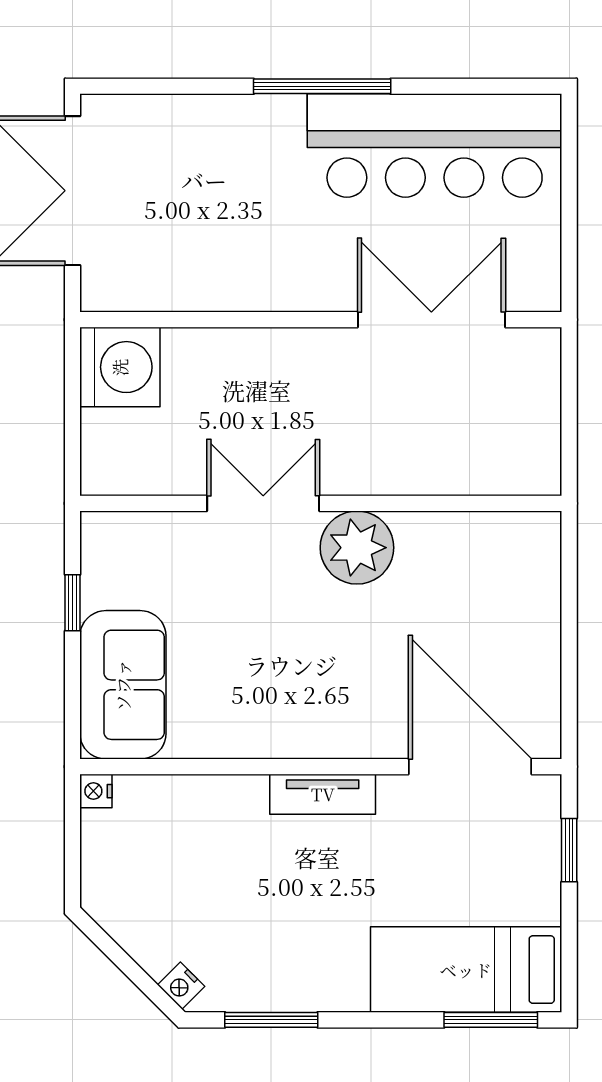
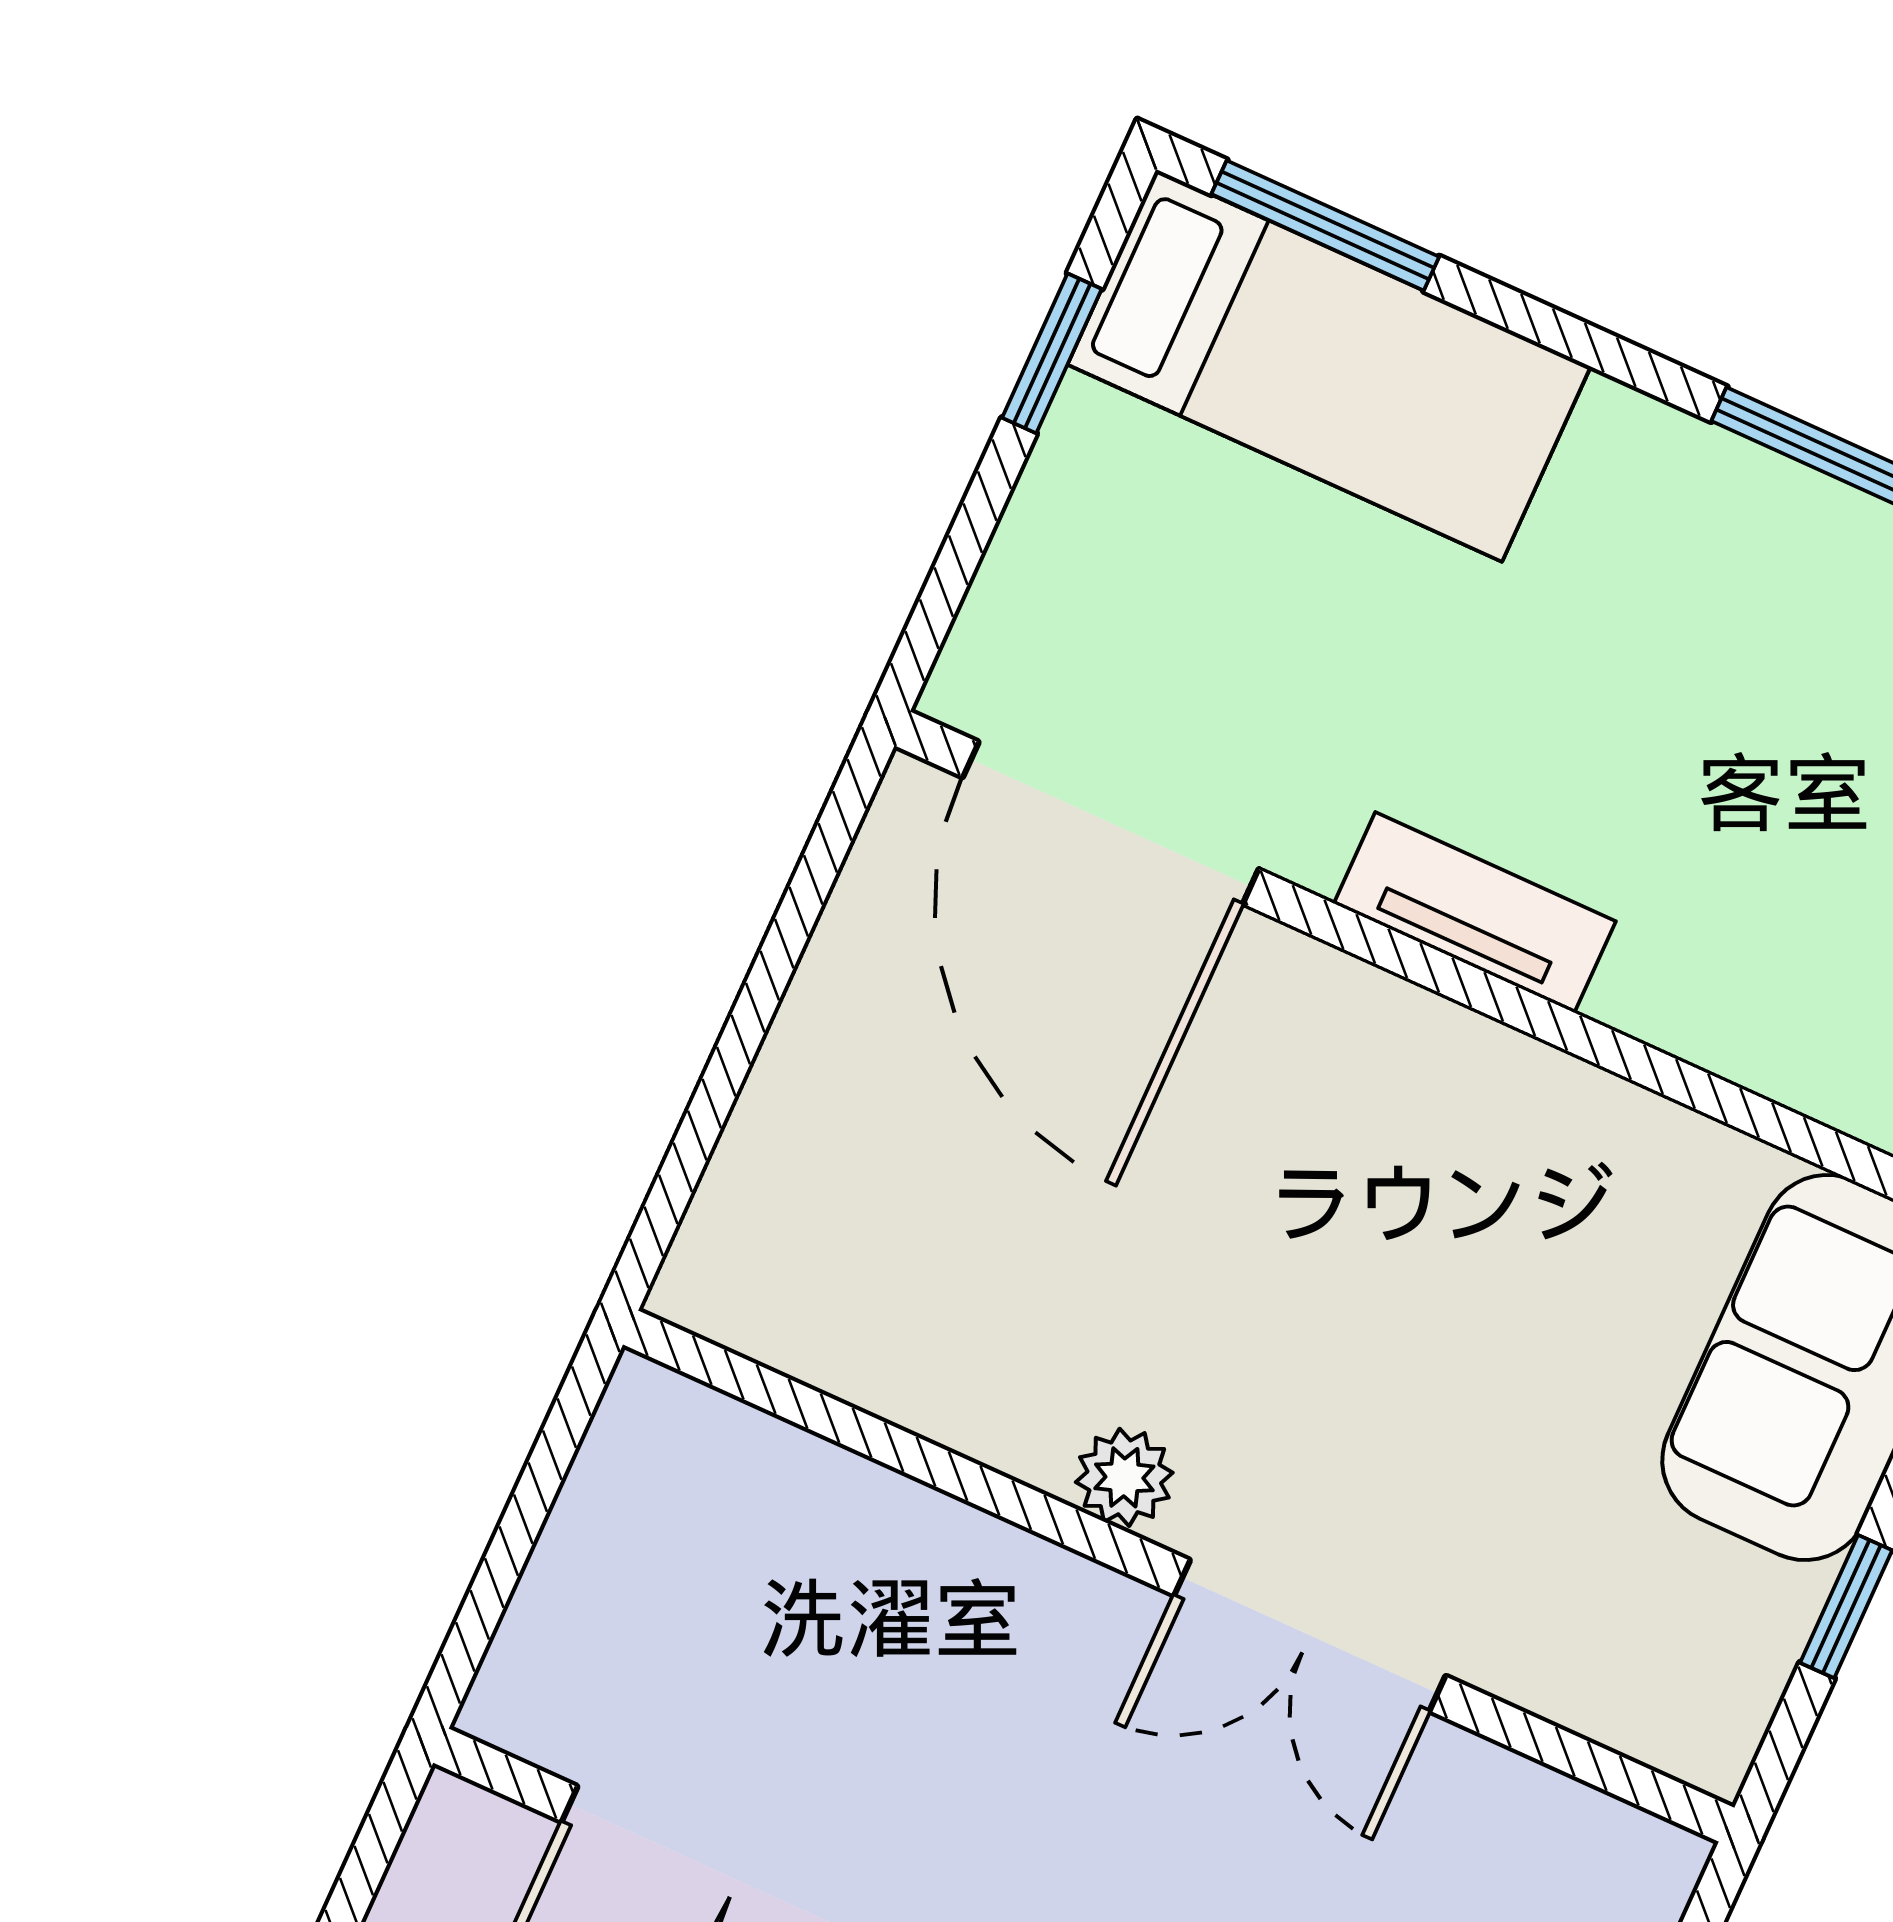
plant: (357, 548) -> (1124, 1477), width x0.53, depth x0.53
window: (569, 850) -> (1052, 353), moved

